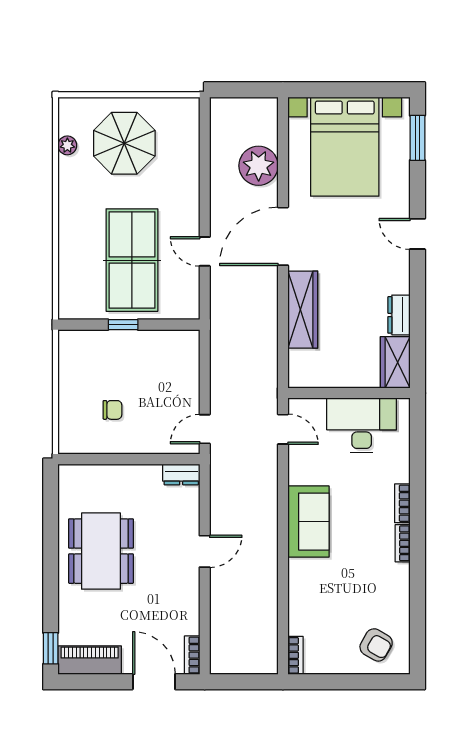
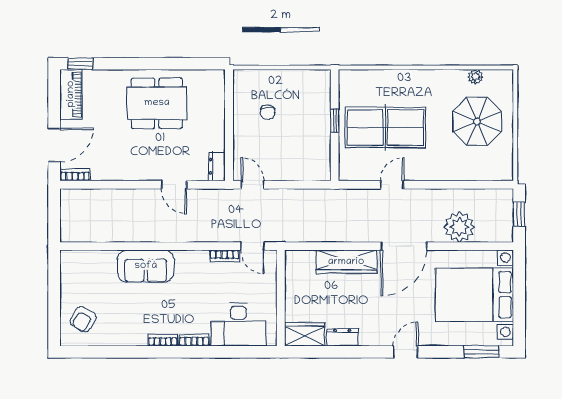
window: (242, 90) -> (519, 214), added
door: (283, 236) -> (404, 246), swing flipped
desk: (362, 425) -> (238, 325), moved, turned 90
door: (283, 429) -> (252, 246), hinge flipped
sofa: (308, 522) -> (146, 266), moved
door: (205, 551) -> (174, 185), moved
bookcase: (295, 655) -> (224, 256), moved

